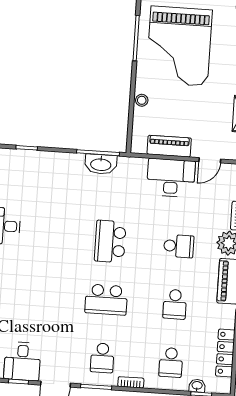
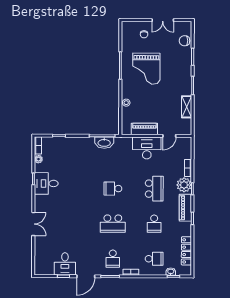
grand piano: (179, 46) -> (146, 69), width x0.73, depth x0.68
school desk: (110, 241) -> (113, 189), width x0.54
school desk: (179, 246) -> (154, 189), width x1.85
school desk: (171, 363) -> (154, 259), turned -90

